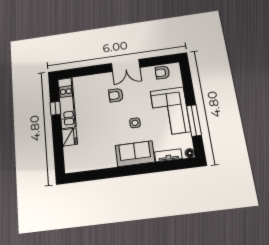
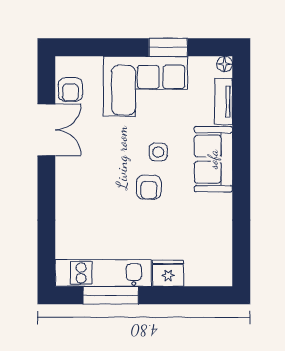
double door: (126, 66) -> (46, 130), moved
armchair: (116, 95) -> (149, 187), moved
window: (55, 108) -> (111, 295), width x2.17
window: (194, 120) -> (168, 47), width x0.69

